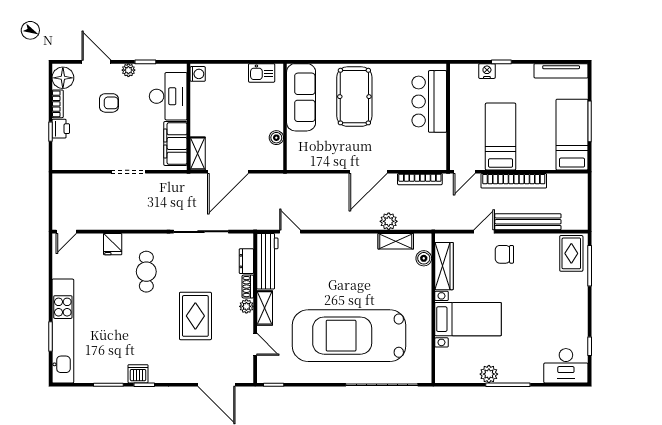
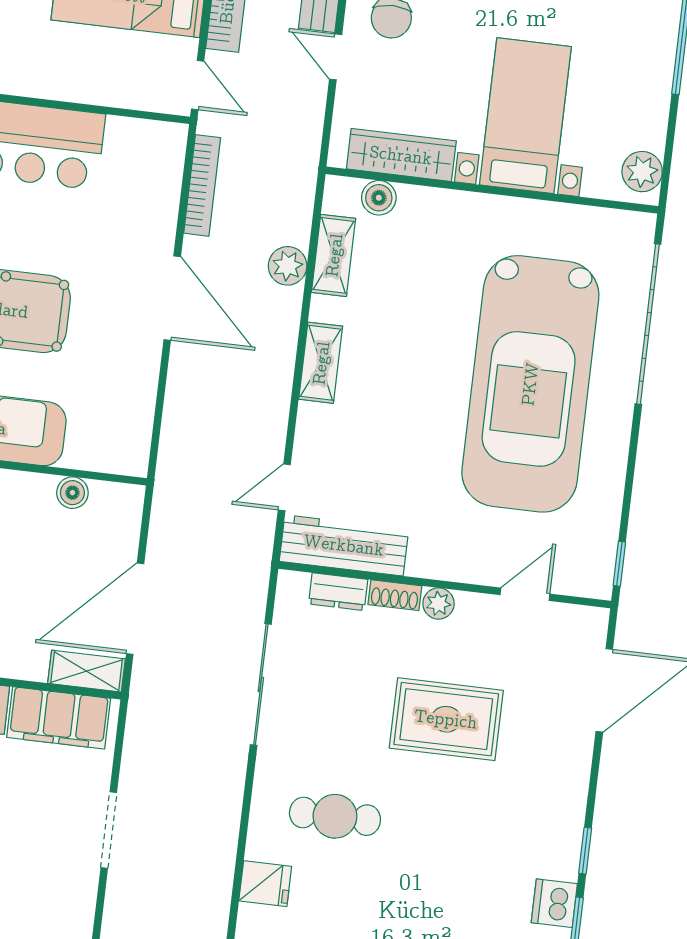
door: (228, 172) -> (135, 609), swing flipped
shelving: (265, 308) -> (321, 363), moved, turned 90
dishwasher: (138, 374) -> (554, 903), moved
plant: (489, 374) -> (642, 172), moved

